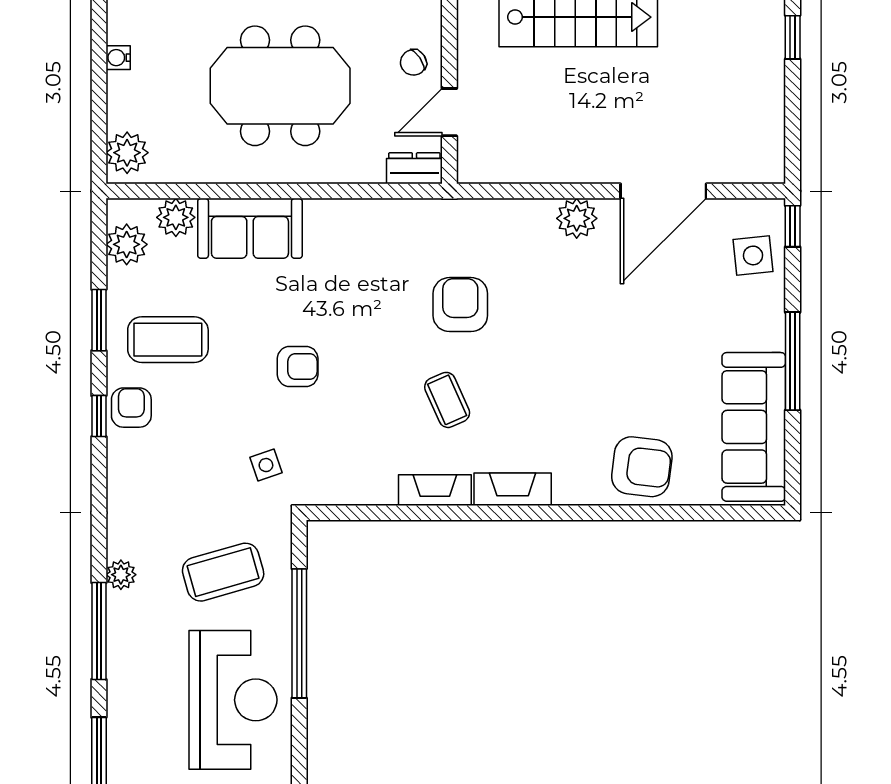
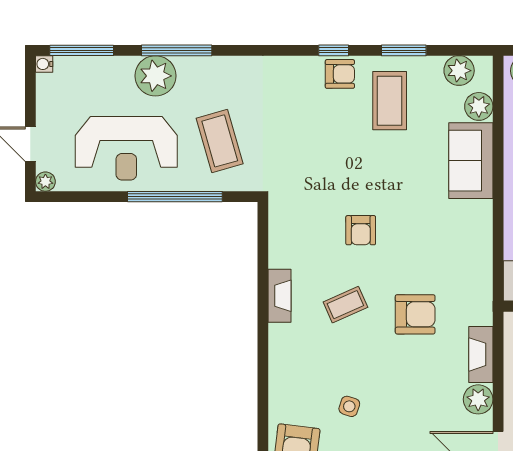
armchair: (298, 366) -> (361, 230), moved
side table: (266, 465) -> (349, 406), moved, turned 37
fireplace: (513, 489) -> (481, 354), moved, turned 180
plant: (121, 575) -> (155, 76), moved, width x1.88, depth x1.88

